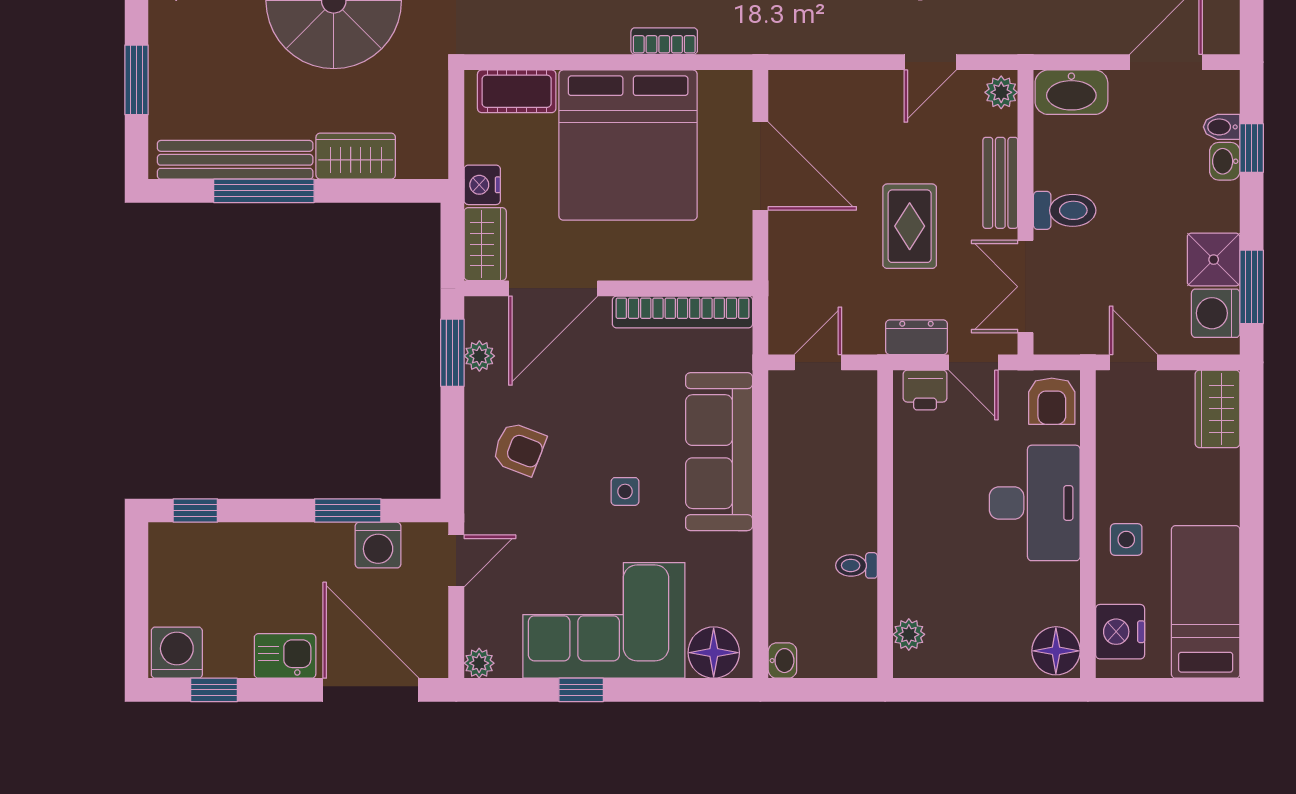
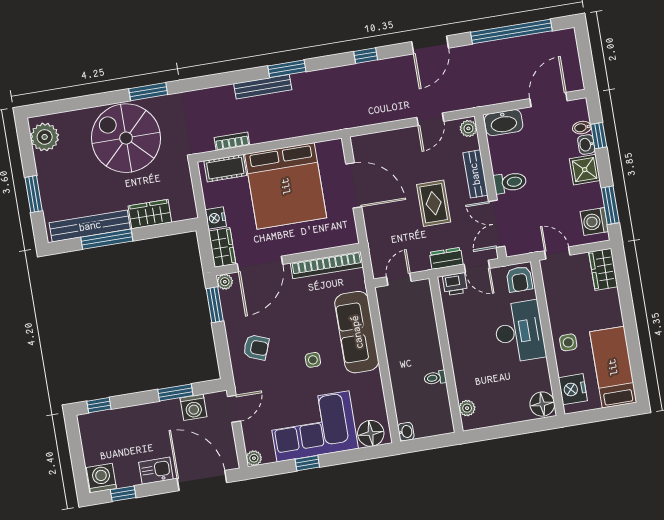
bookcase: (664, 41) -> (232, 141), moved
shower: (1214, 260) -> (585, 170), moved
plant: (479, 356) -> (225, 282), moved

